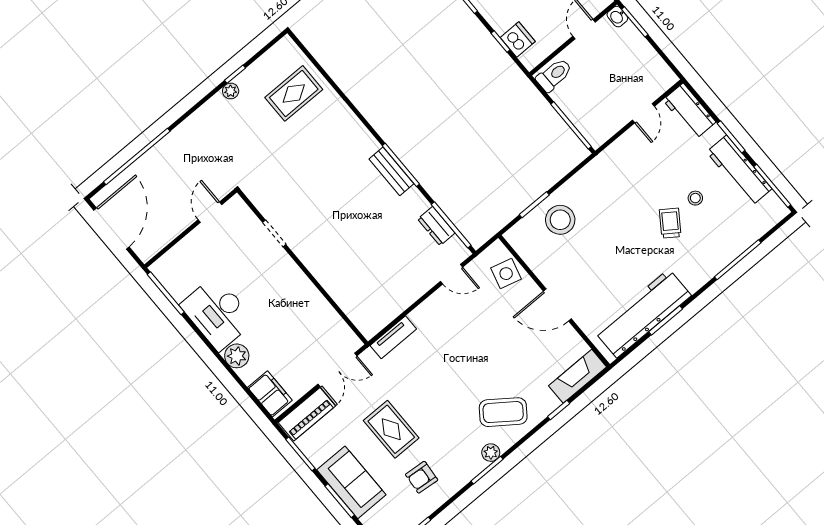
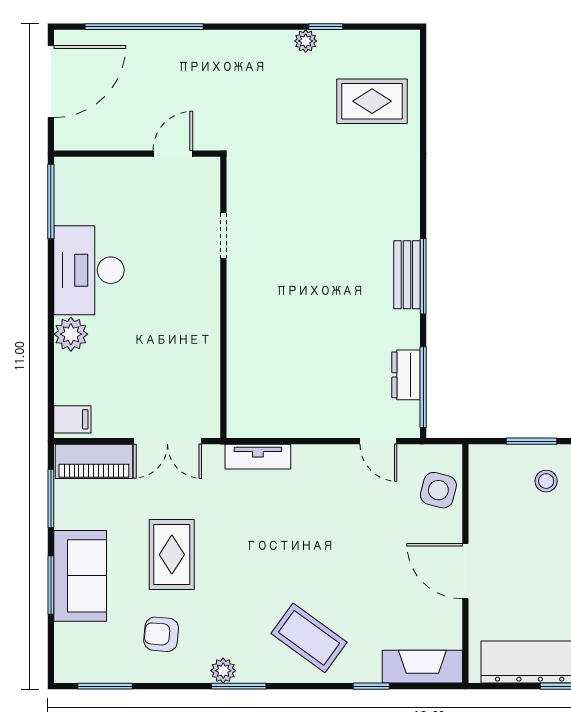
stool: (560, 220) -> (546, 481), width x0.53, depth x0.53
filing cabinet: (270, 394) -> (72, 419), width x0.50
plant: (491, 453) -> (223, 671), moved

